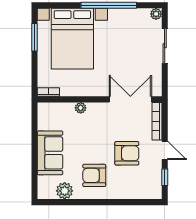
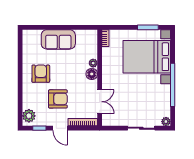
double door: (130, 99) -> (100, 102), width x0.73
floor lamp: (95, 110) -> (92, 74), added
door: (165, 150) -> (60, 128), hinge flipped
armchair: (127, 153) -> (58, 99), turned -90
plant: (65, 191) -> (29, 116), moved

